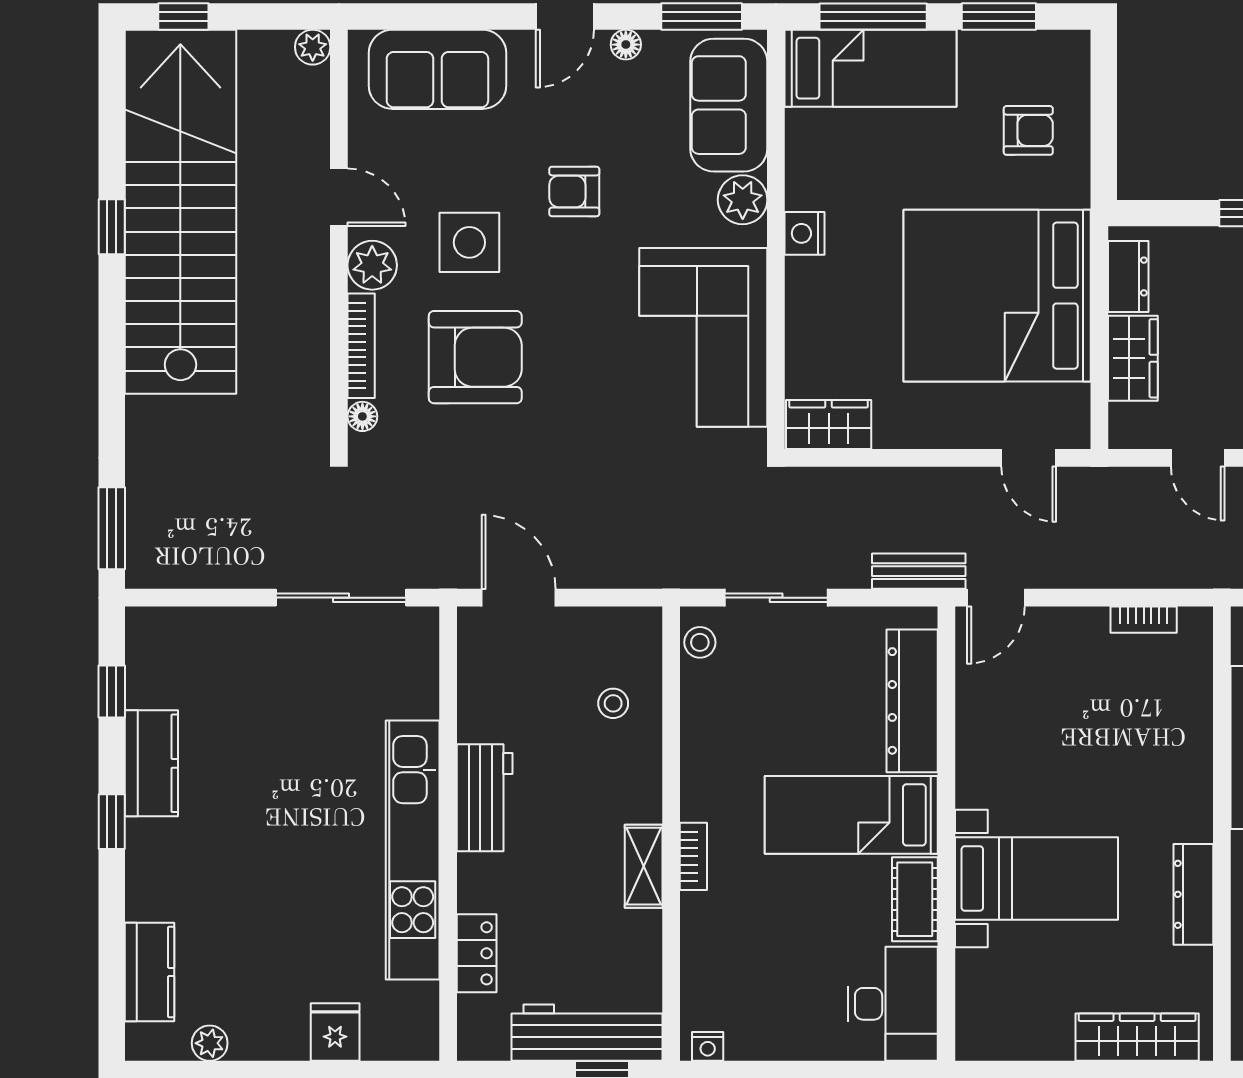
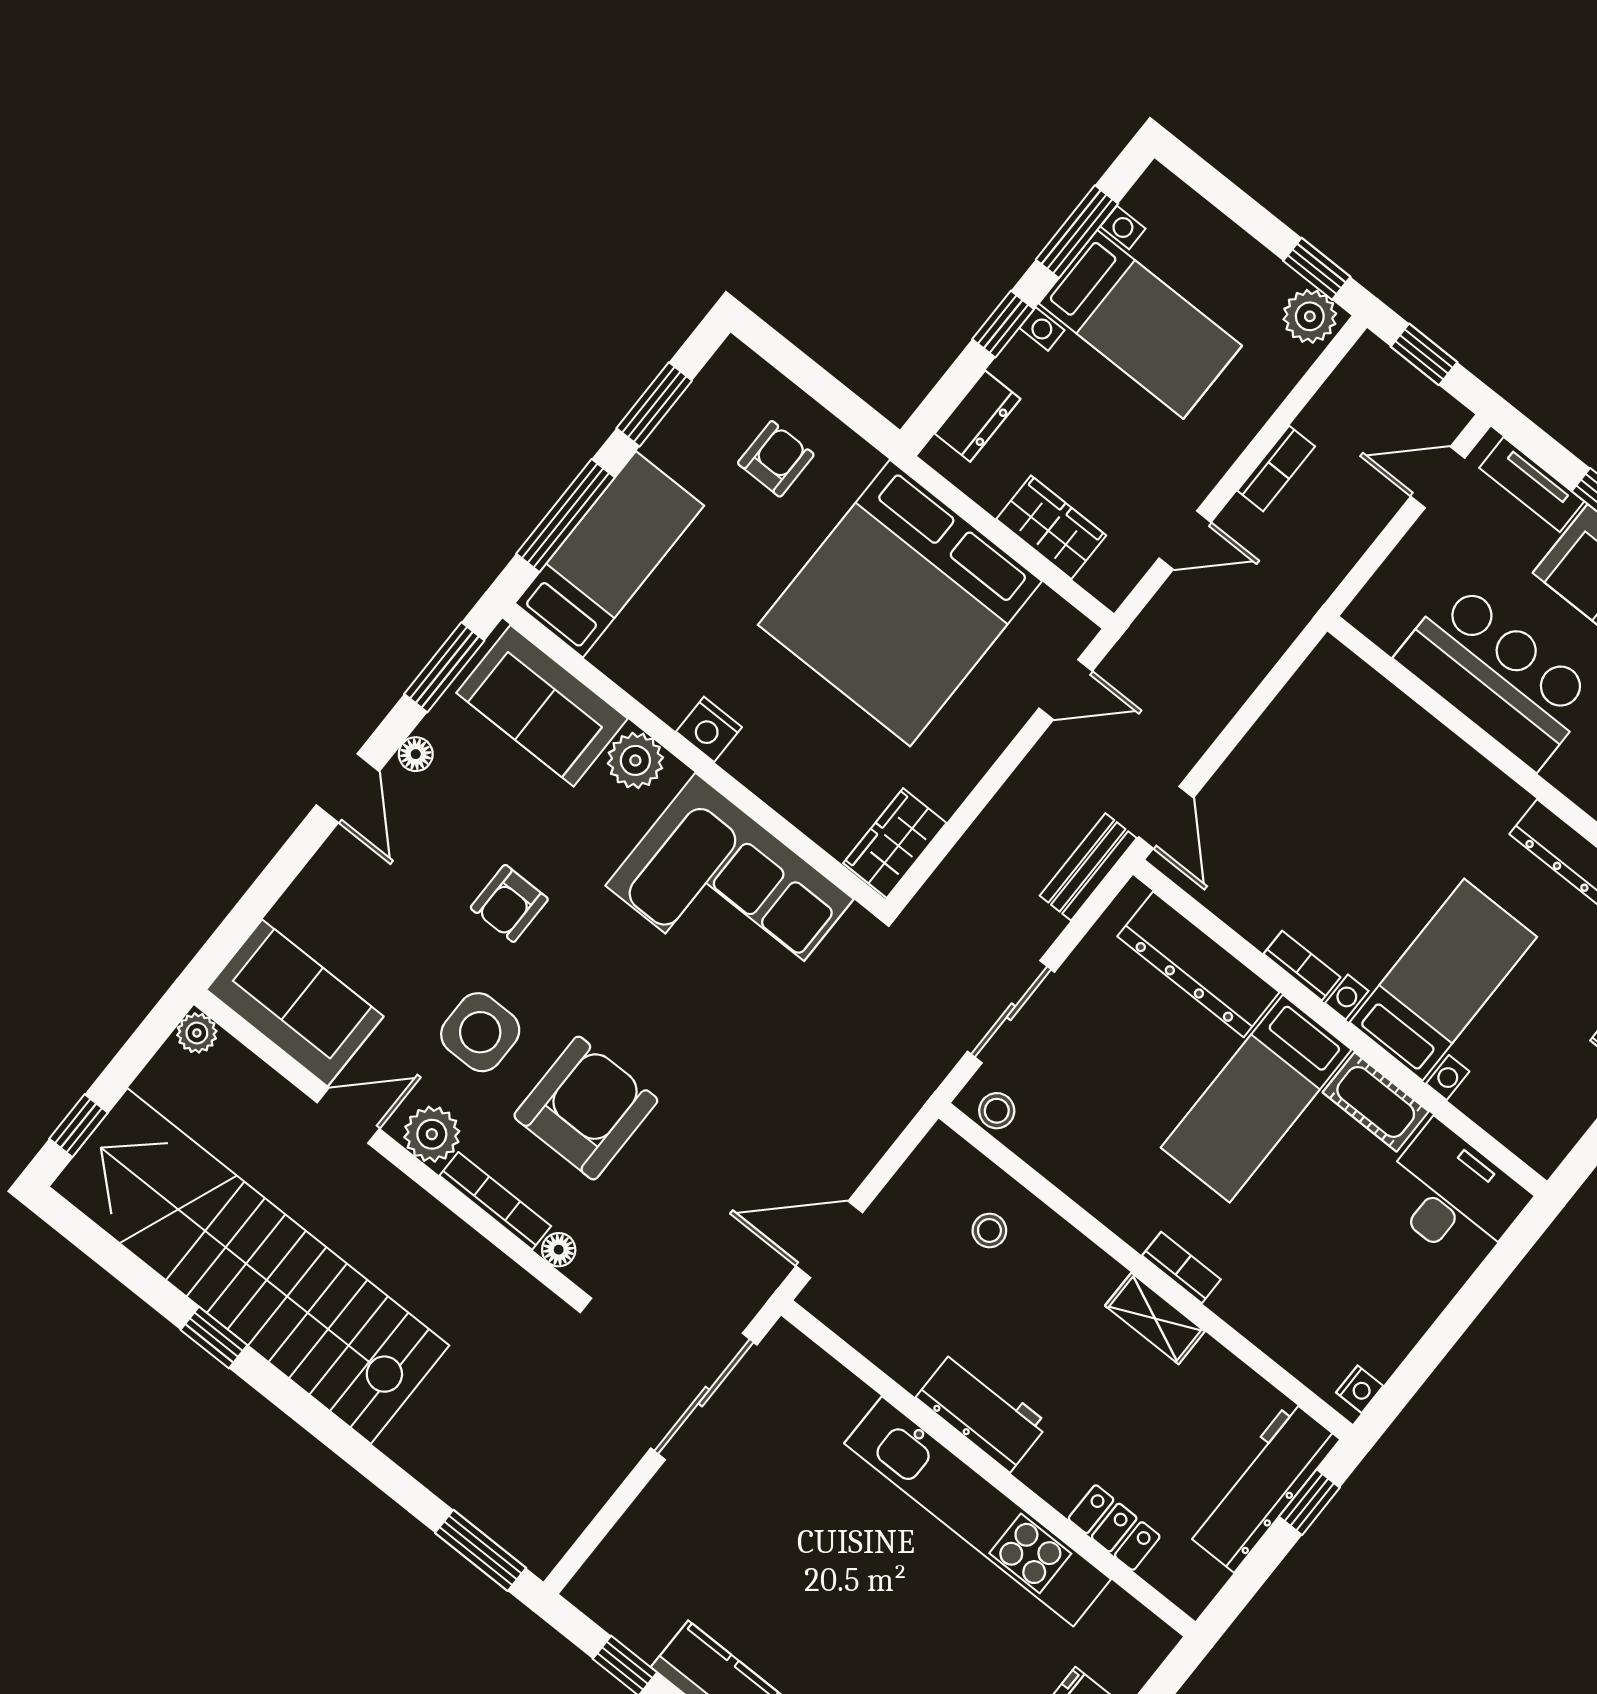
sofa: (437, 69) -> (295, 1003), moved, turned -90
dresser: (1128, 276) -> (978, 416), moved, turned 90
bookcase: (1144, 620) -> (1302, 966), moved, turned -90

